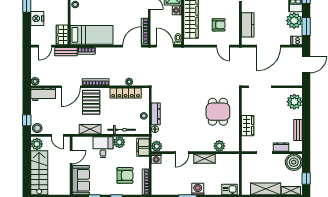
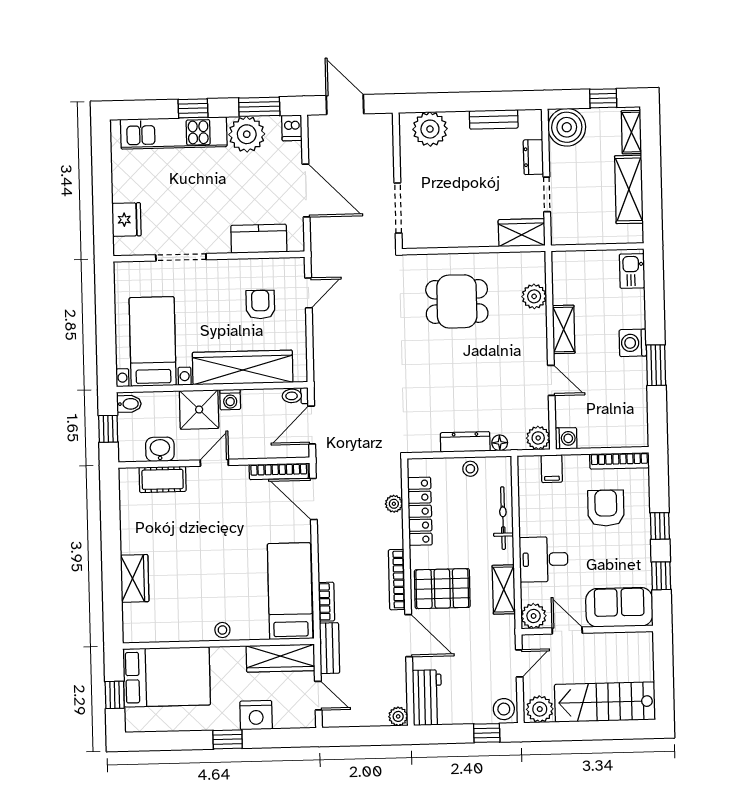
wardrobe: (62, 35) -> (280, 658), width x1.50
wardrobe: (248, 126) -> (522, 233), moved
plant: (119, 142) -> (534, 616), moved
filing cabinet: (143, 147) -> (552, 469), width x0.50

